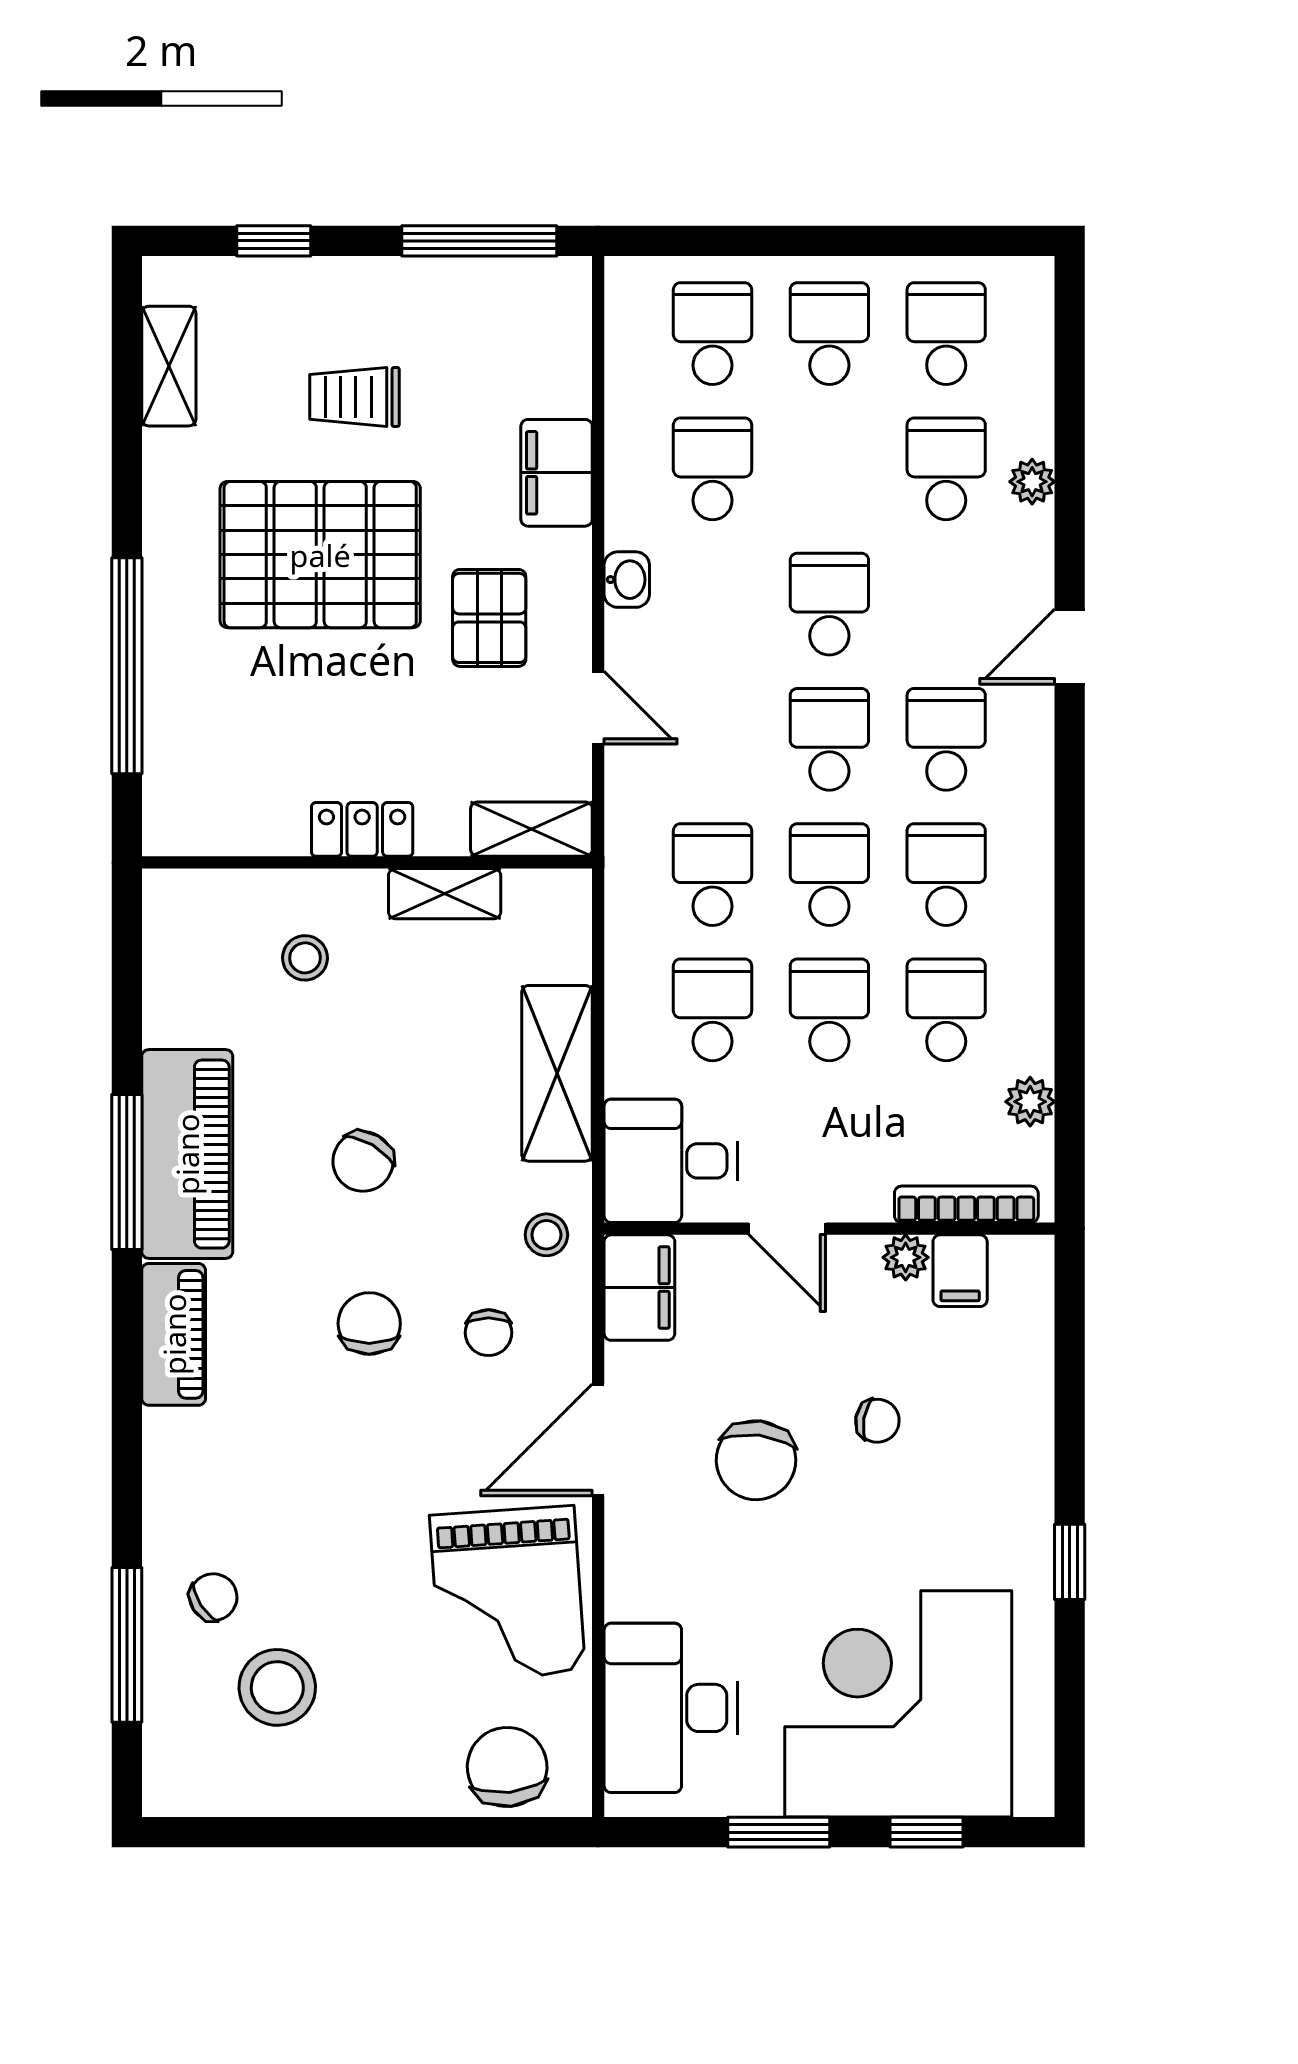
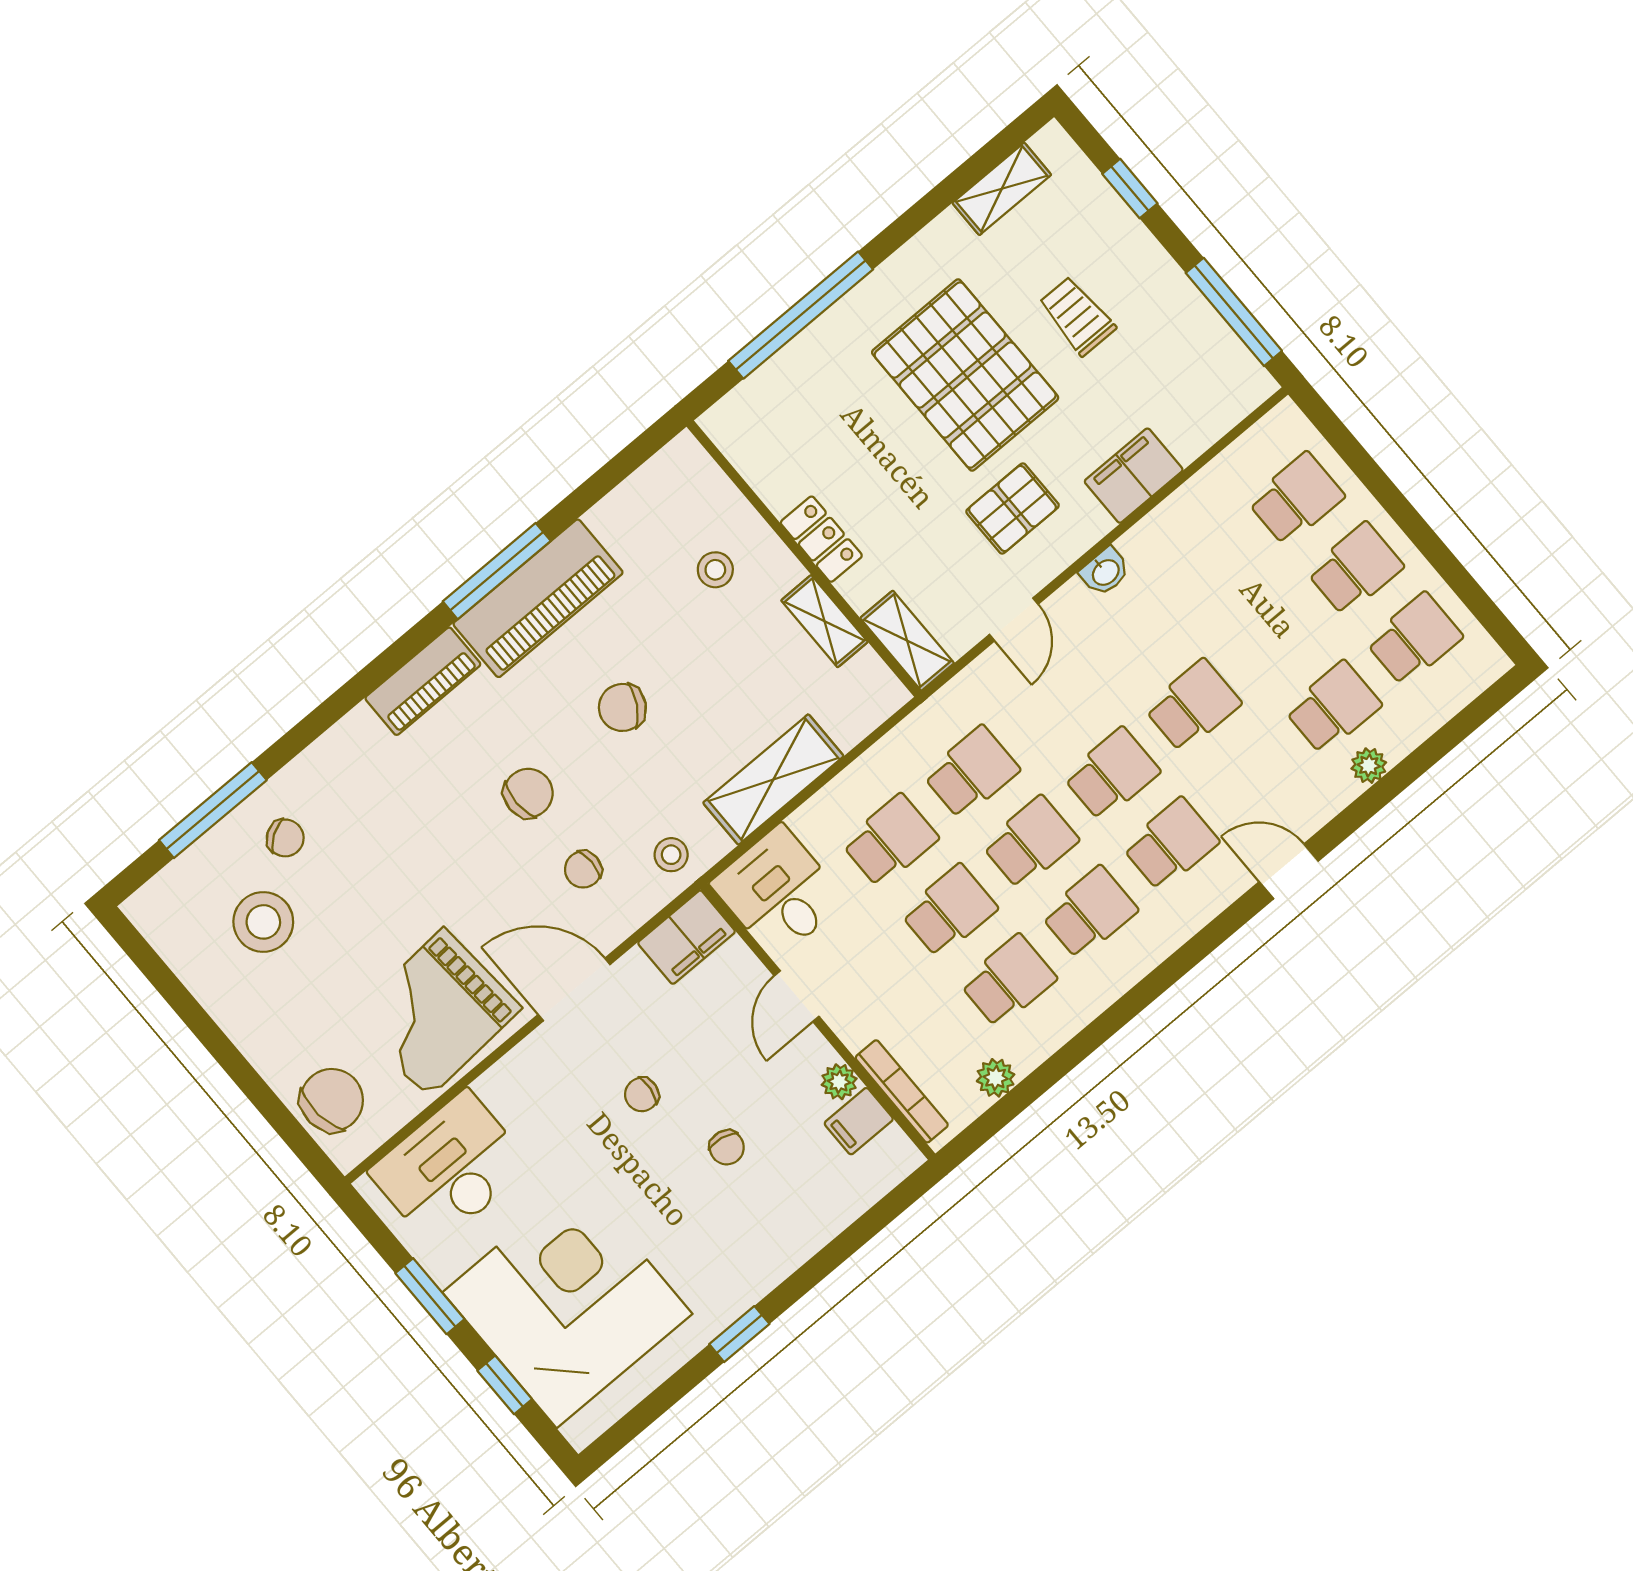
school desk: (713, 469) -> (1215, 567), removed
chair: (756, 1460) -> (642, 1095), width x0.54, depth x0.54

